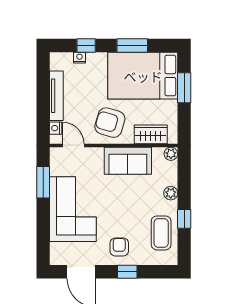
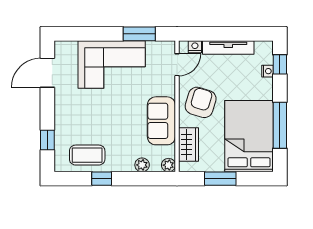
window: (86, 45) -> (280, 64), moved
window: (132, 45) -> (280, 125), width x1.44
window: (184, 88) -> (220, 179), moved
plant: (171, 193) -> (142, 165), moved
armchair: (119, 247) -> (73, 112), removed
window: (127, 272) -> (47, 140), moved

